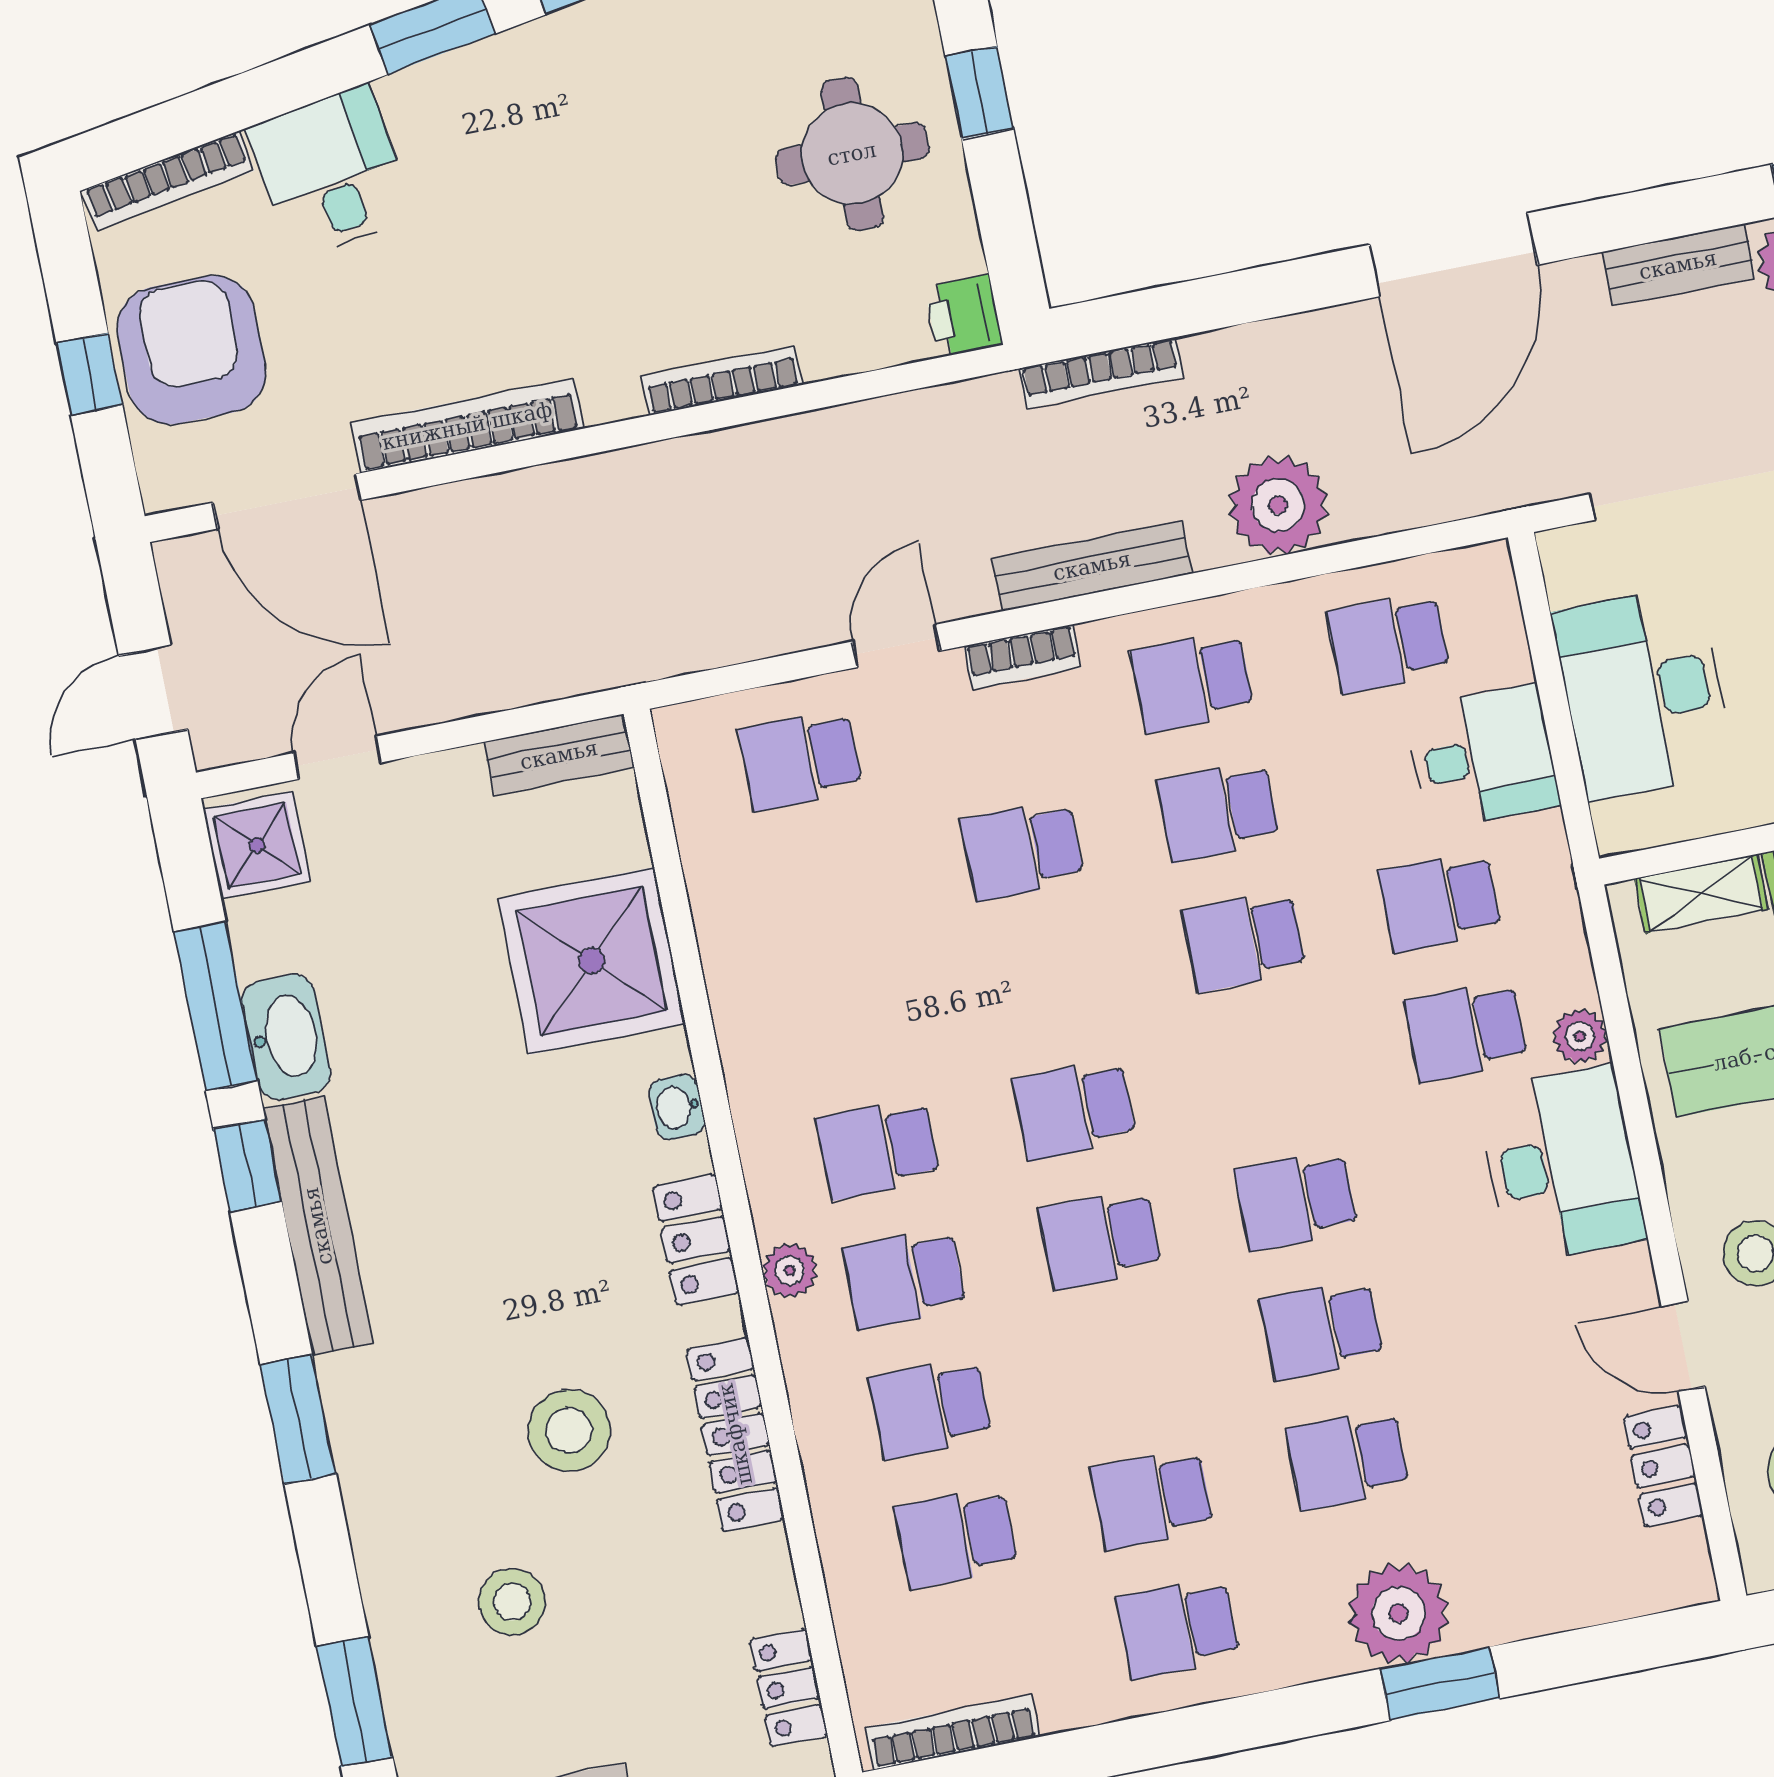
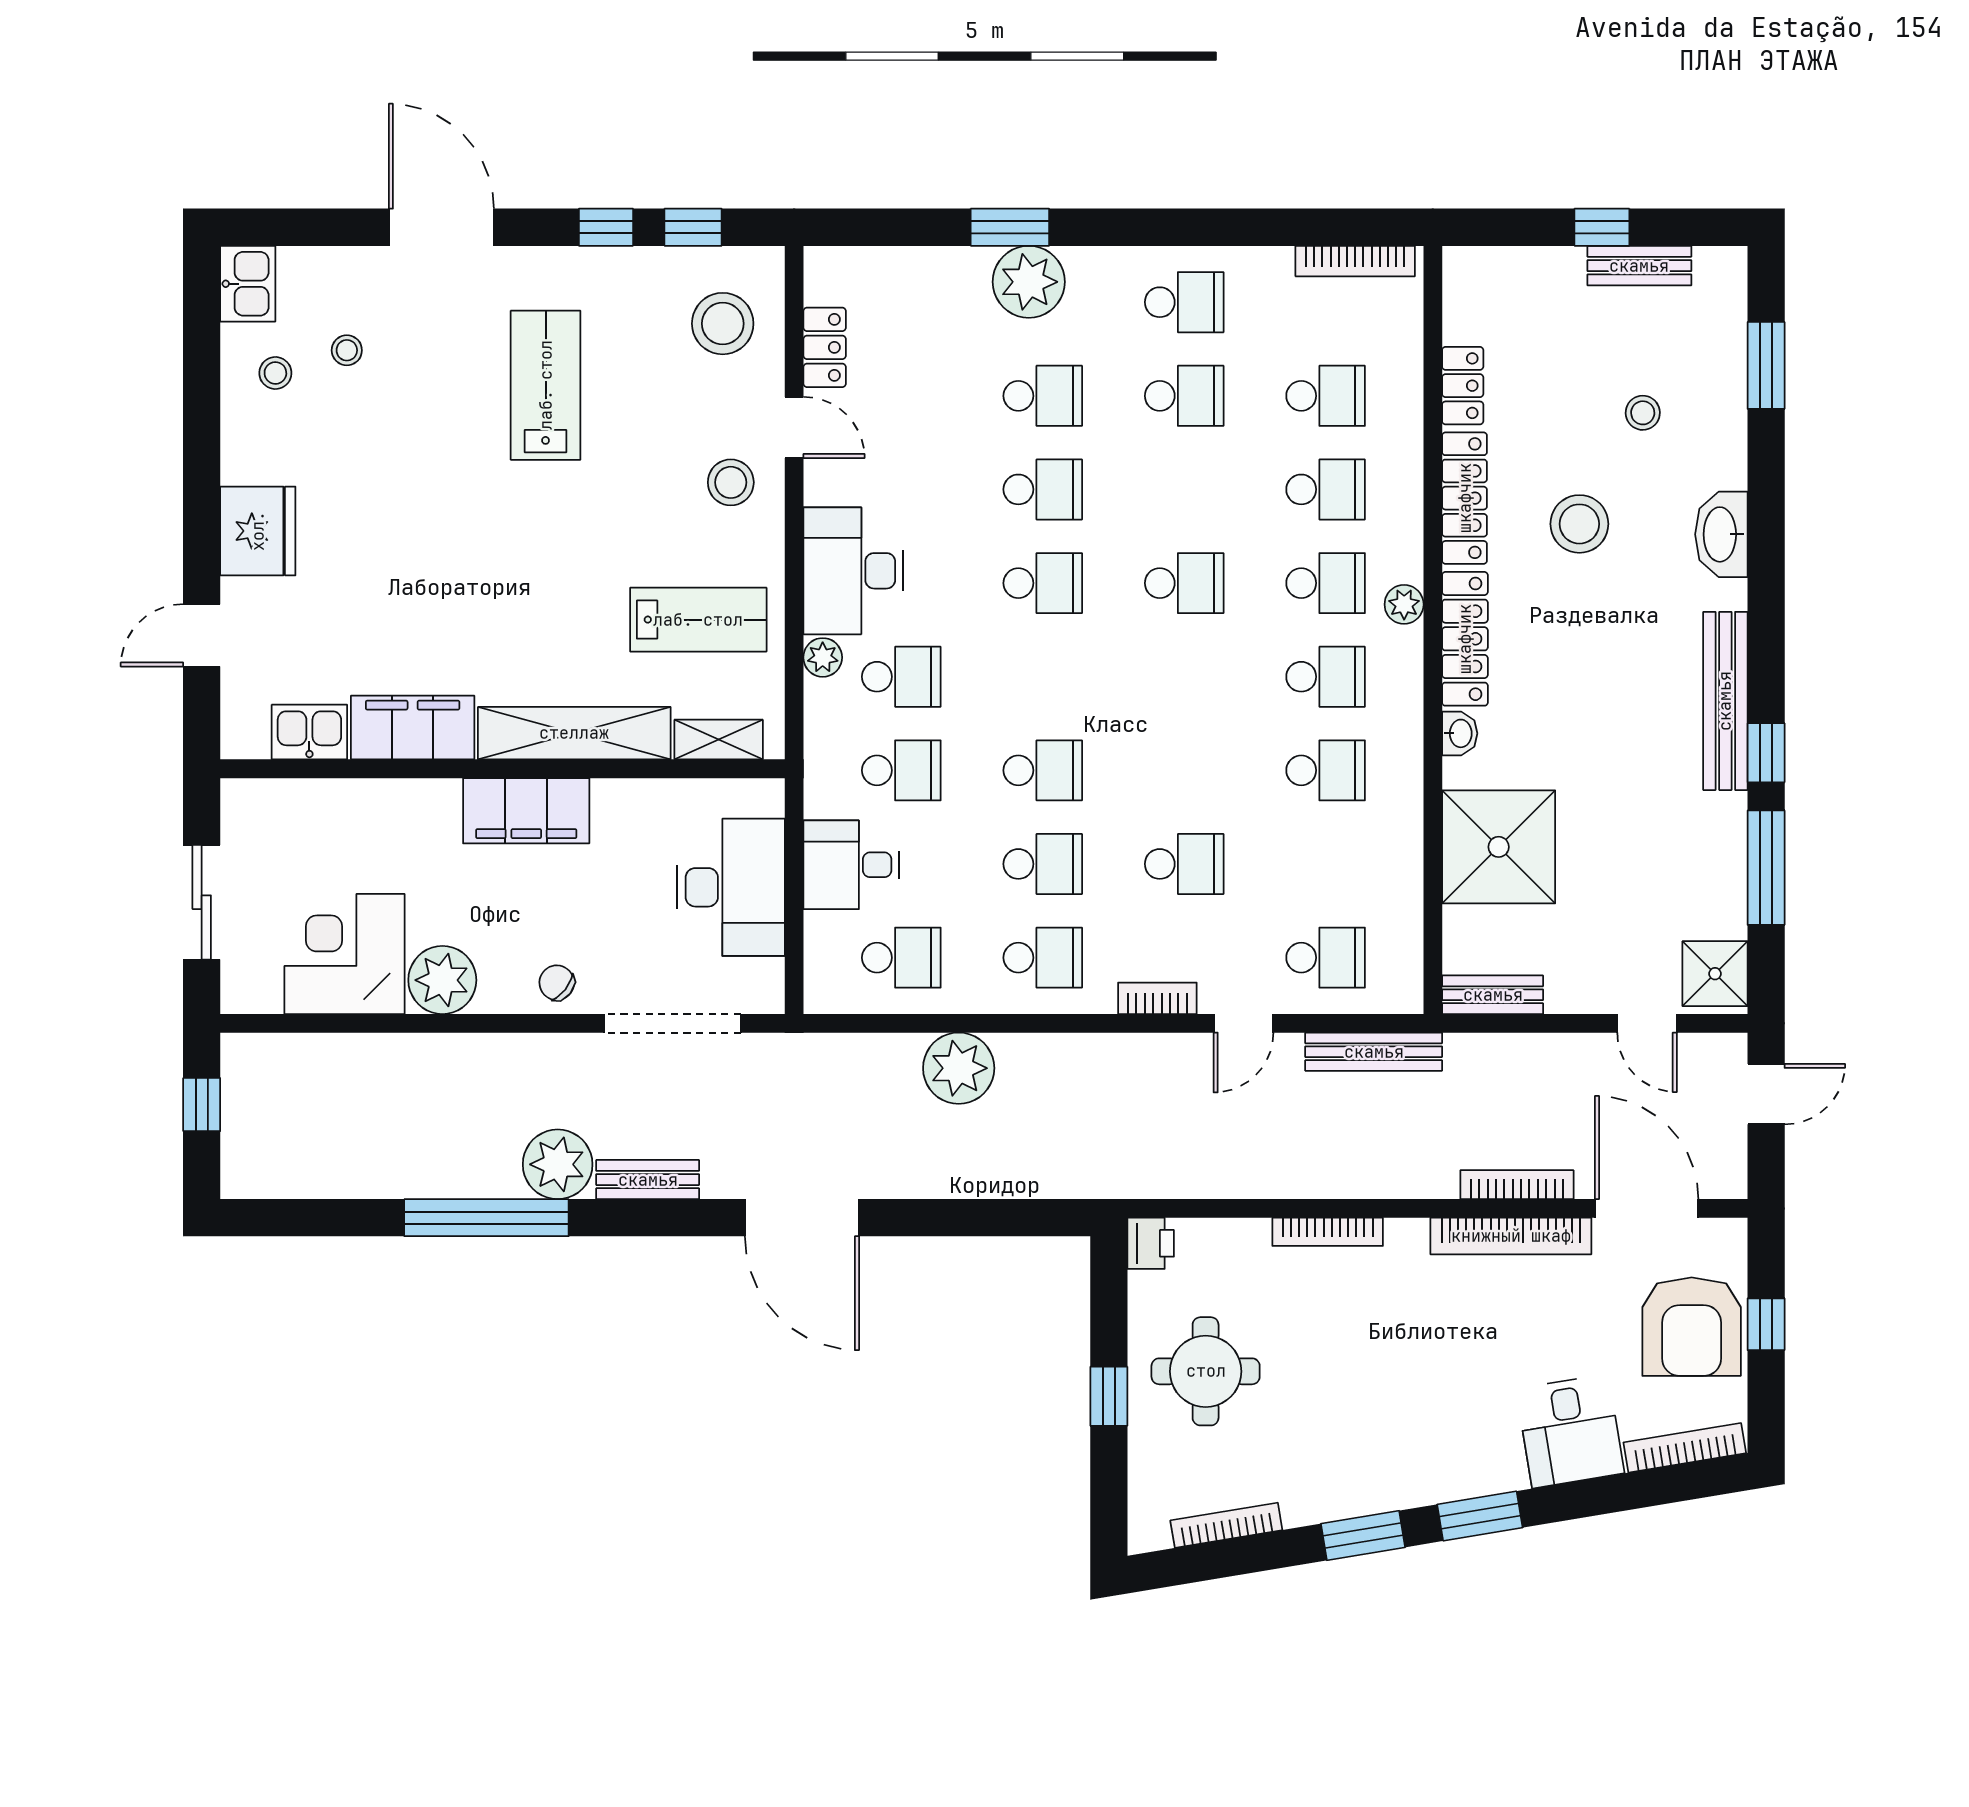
door: (1454, 255) -> (802, 1218), swing flipped
bookcase: (1101, 373) -> (1517, 1185), moved
bench: (1092, 566) -> (1374, 1052), moved
door: (337, 758) -> (1647, 1023), hinge flipped
washbasin: (286, 1037) -> (1721, 534), moved
school desk: (1074, 1110) -> (1326, 770), moved
locker: (696, 1240) -> (1465, 639), width x1.53
window: (298, 1419) -> (1766, 569), removed
stool: (512, 1602) -> (1643, 413), width x0.73, depth x0.73
locker: (789, 1688) -> (1463, 386), moved

